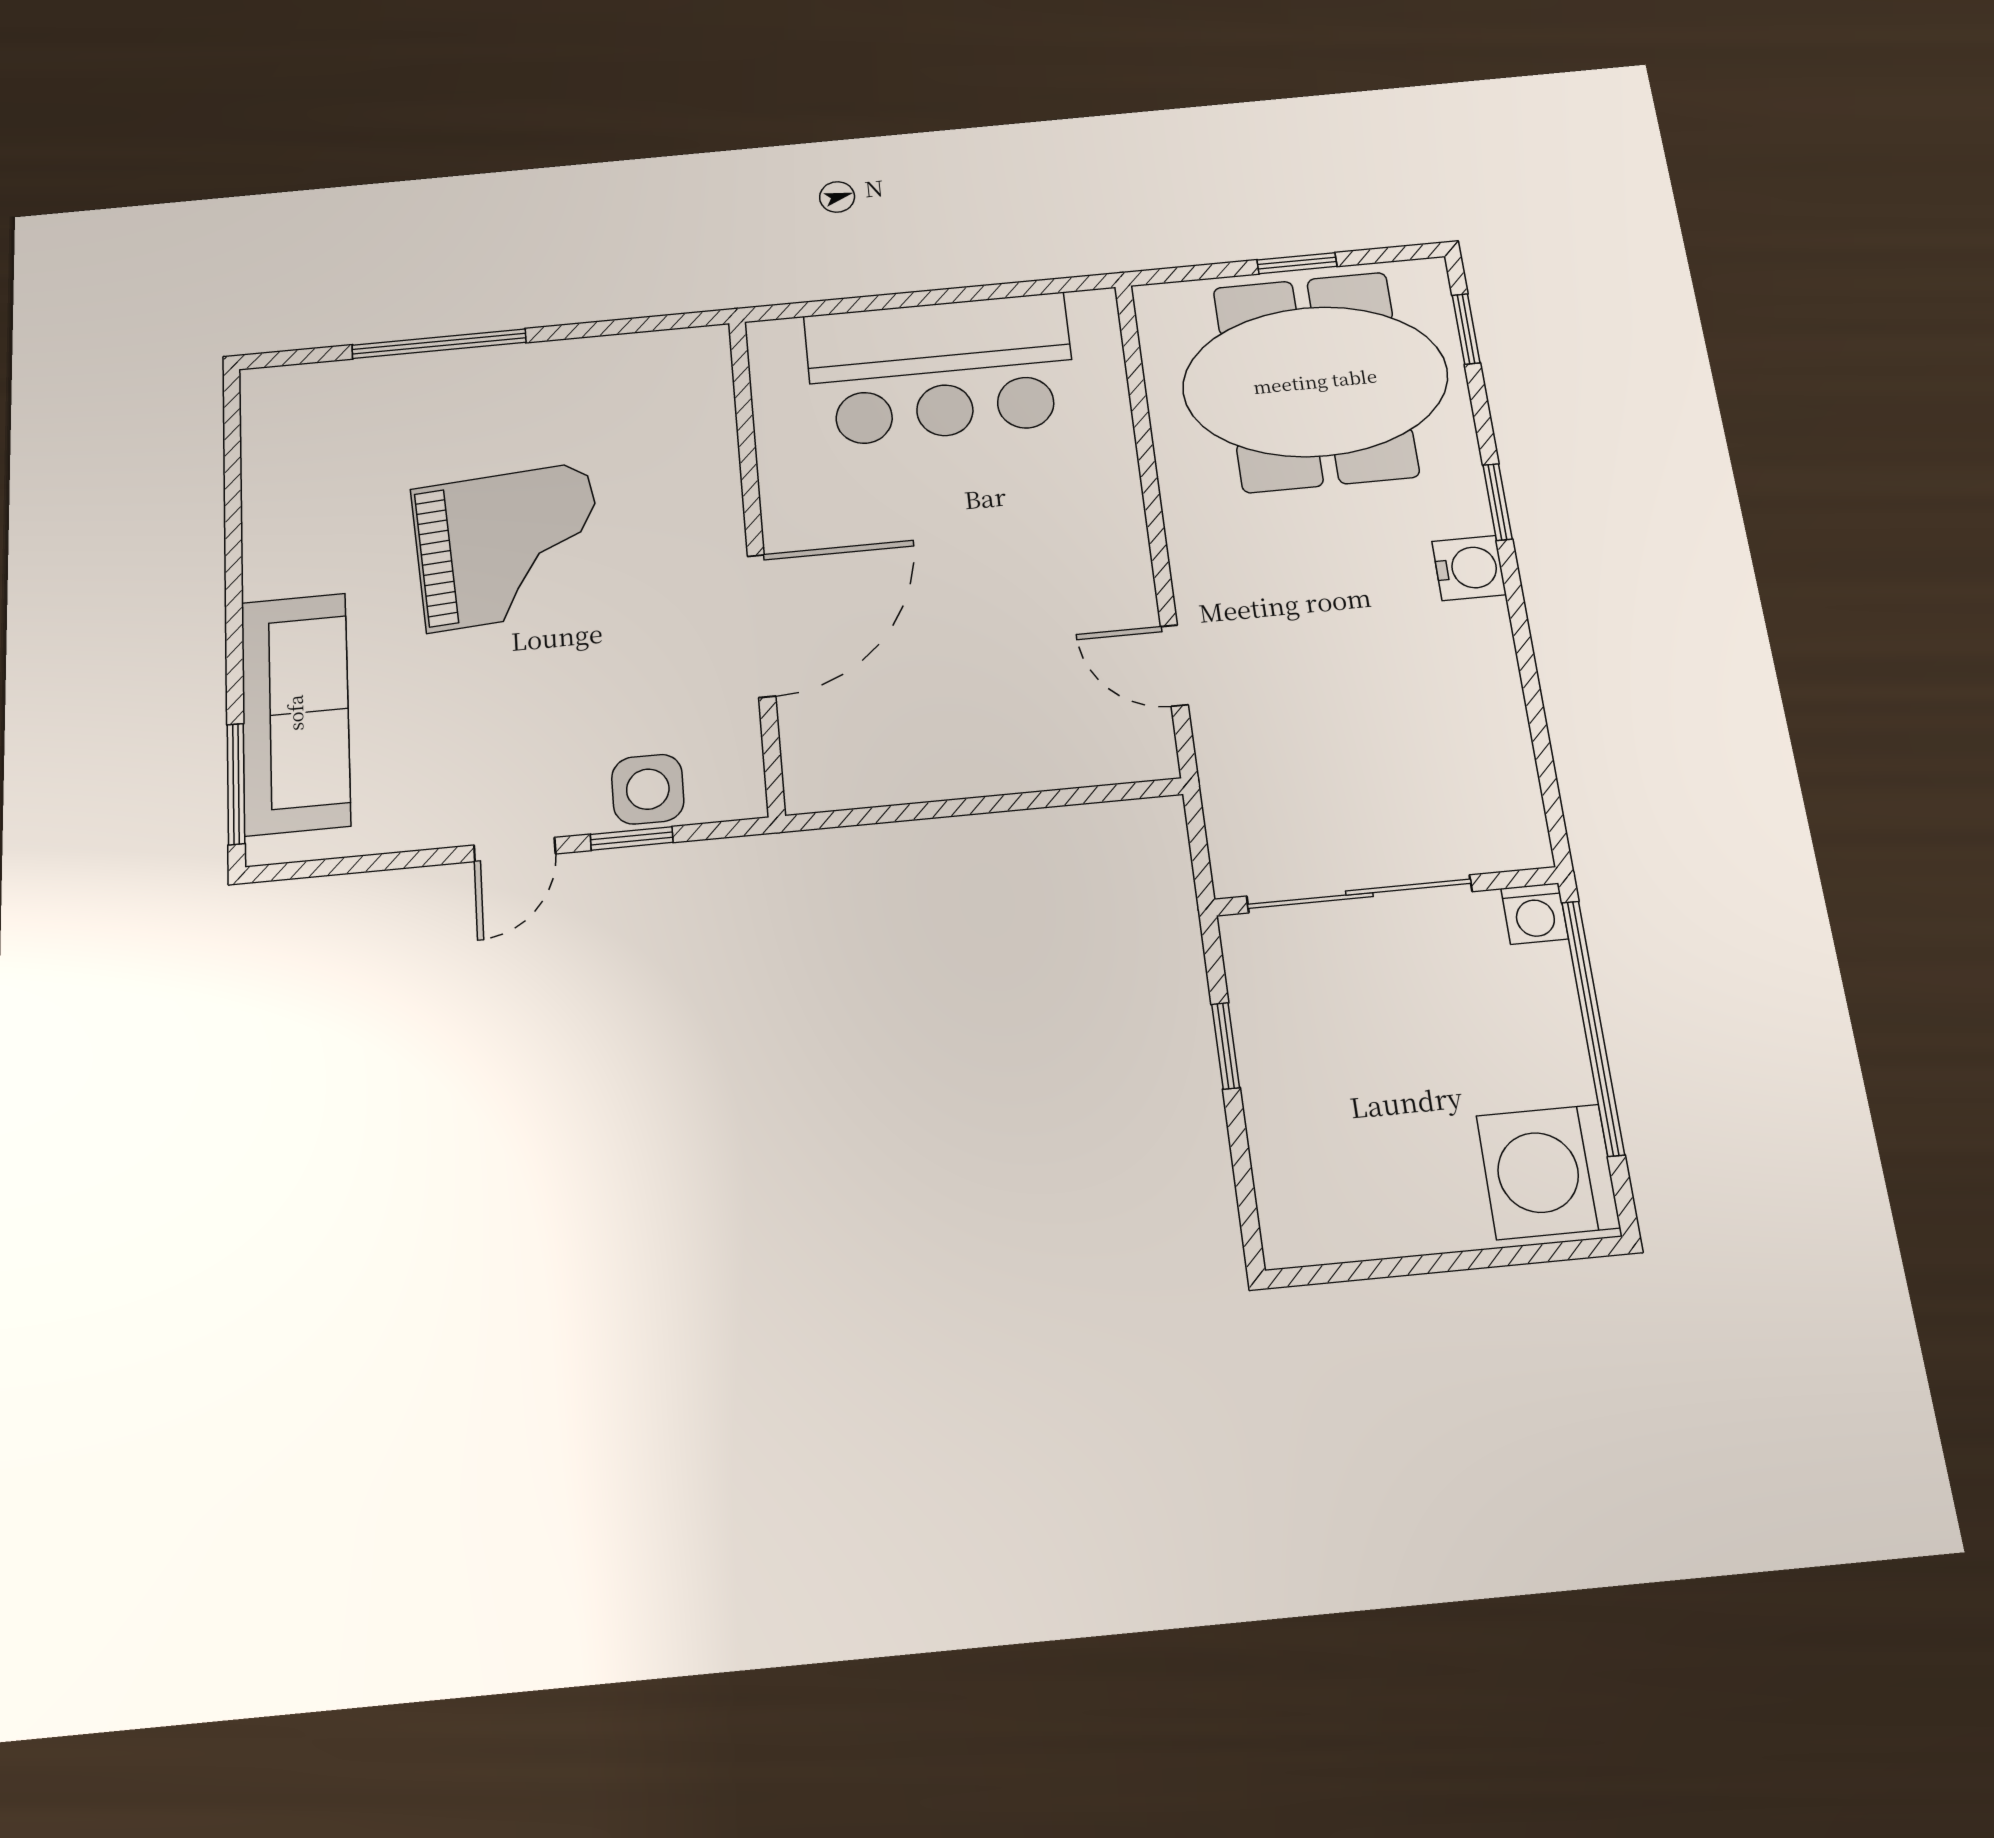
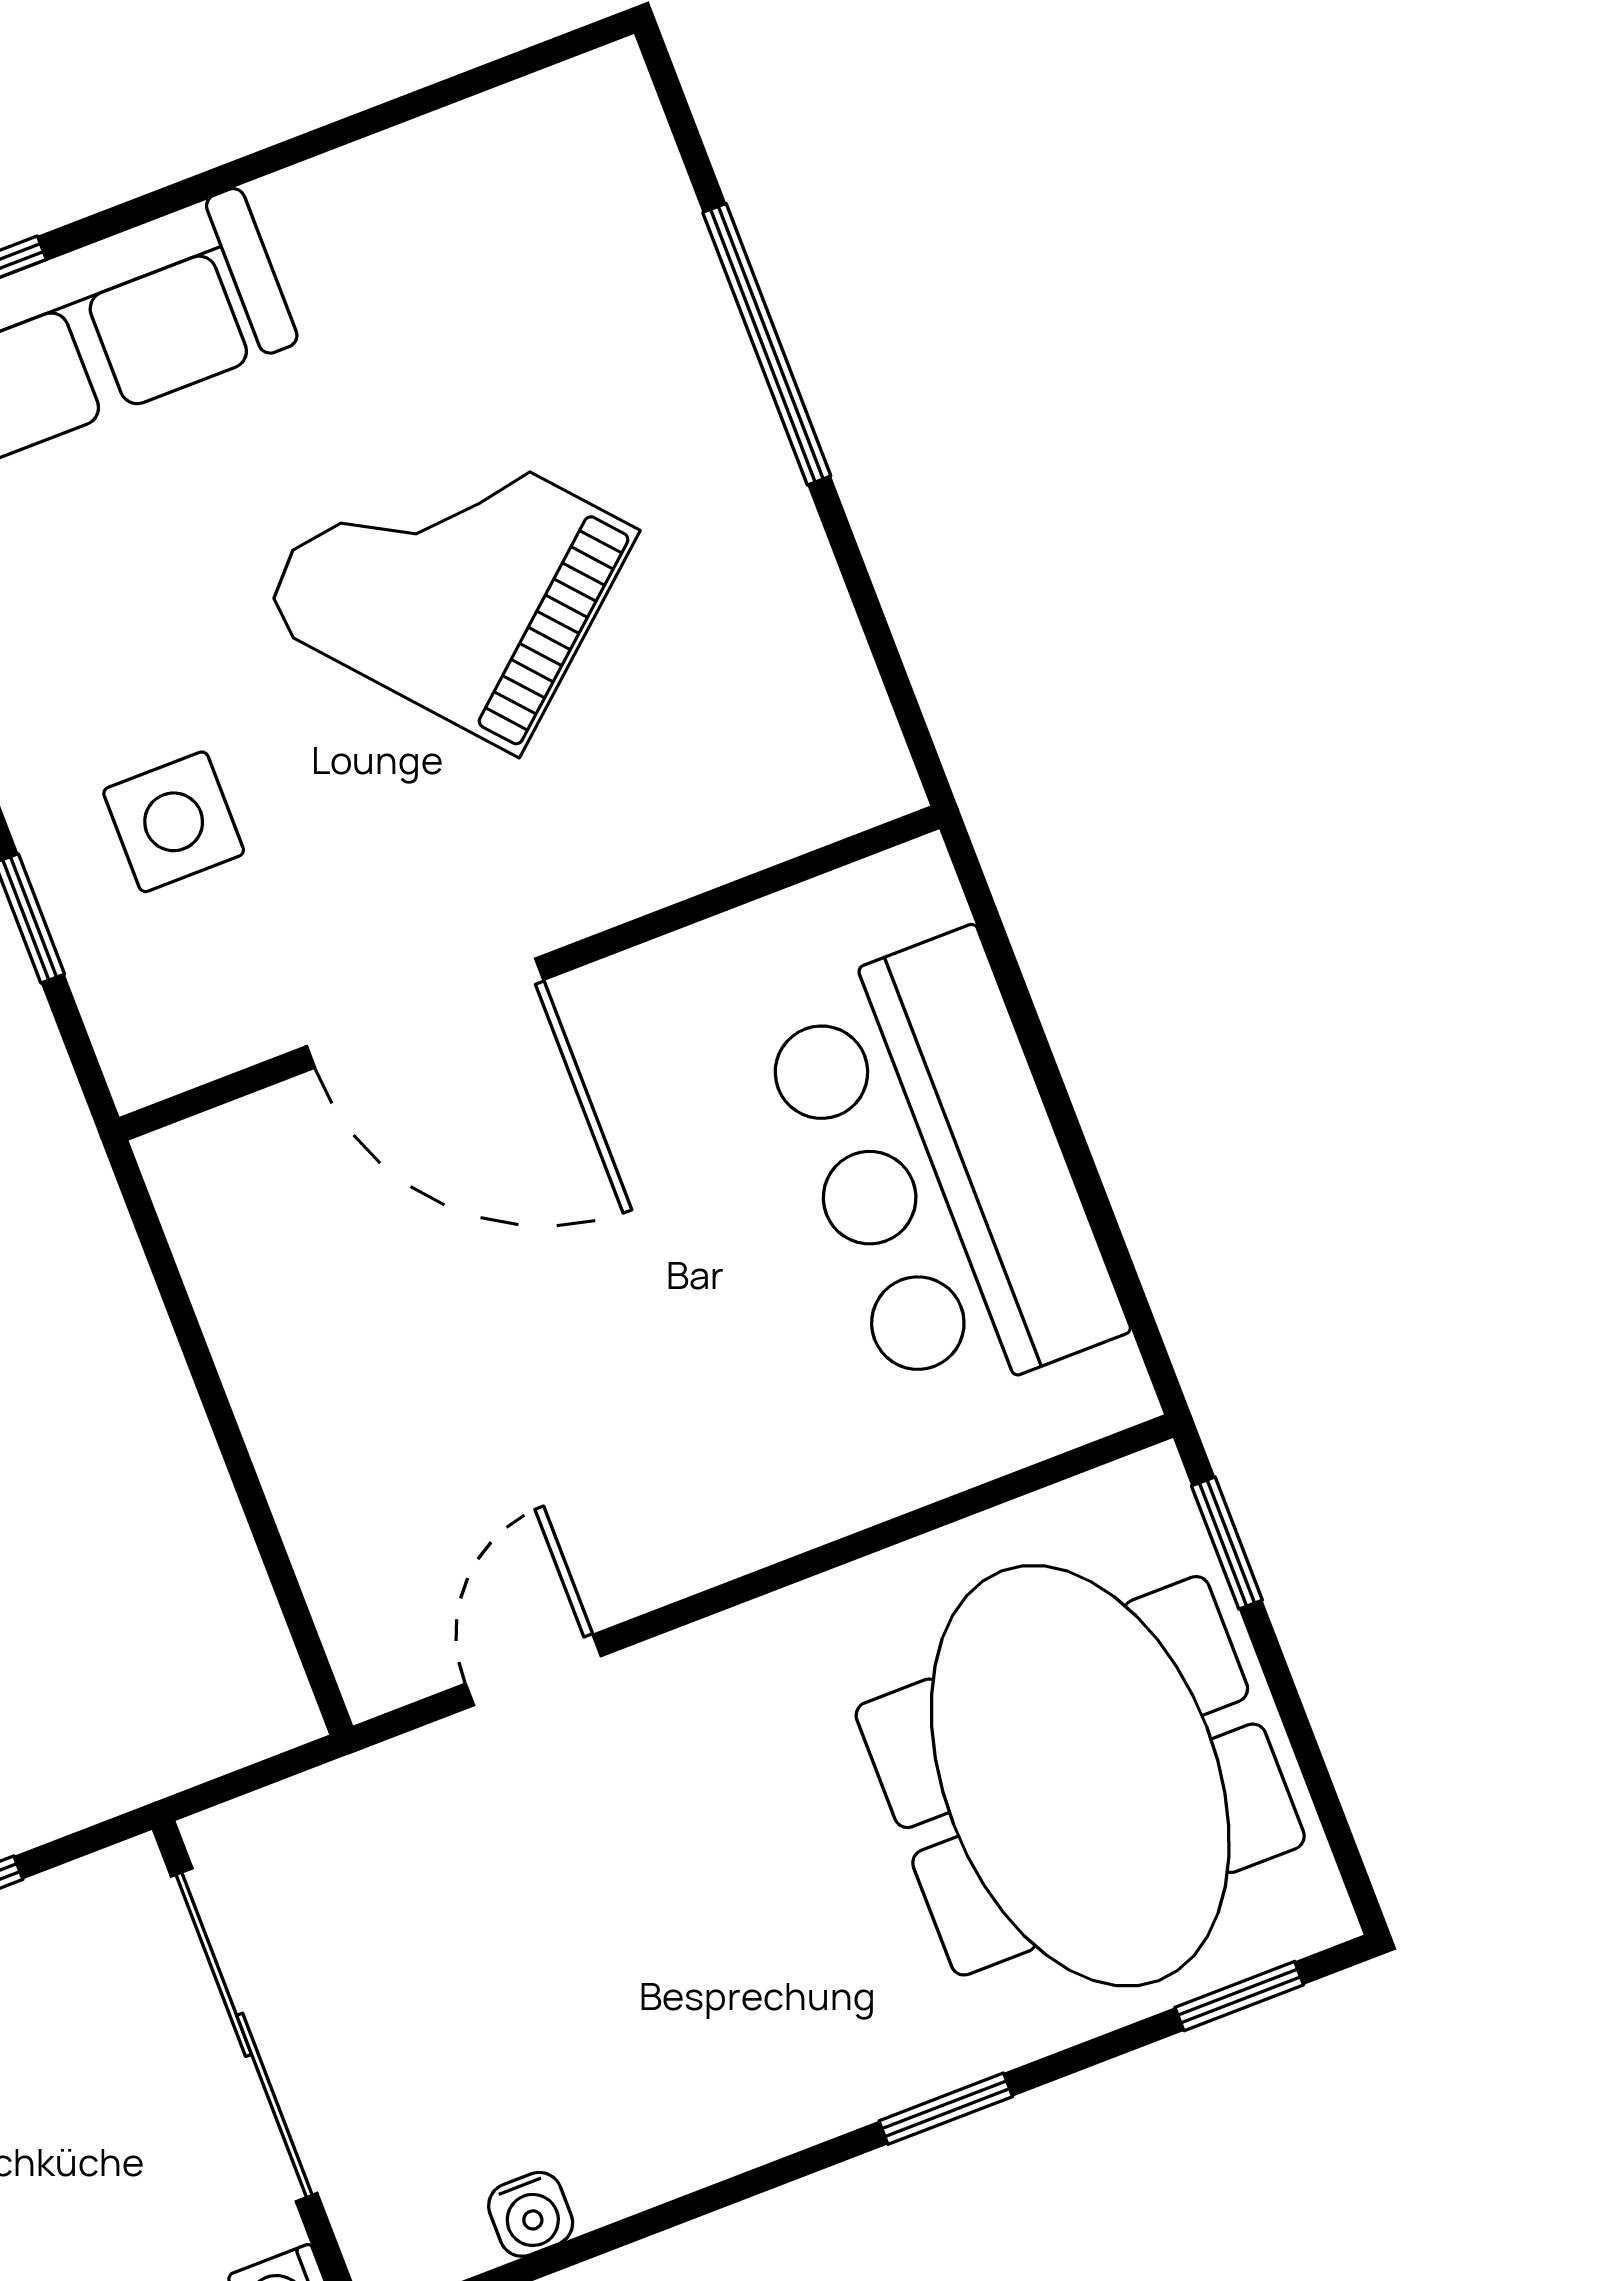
window: (1297, 263) -> (1227, 1543), moved
grand piano: (509, 547) -> (448, 574), turned 143
water cooler: (1469, 568) -> (531, 2214), moved, width x0.72, depth x0.72
side table: (648, 789) -> (174, 822), moved

